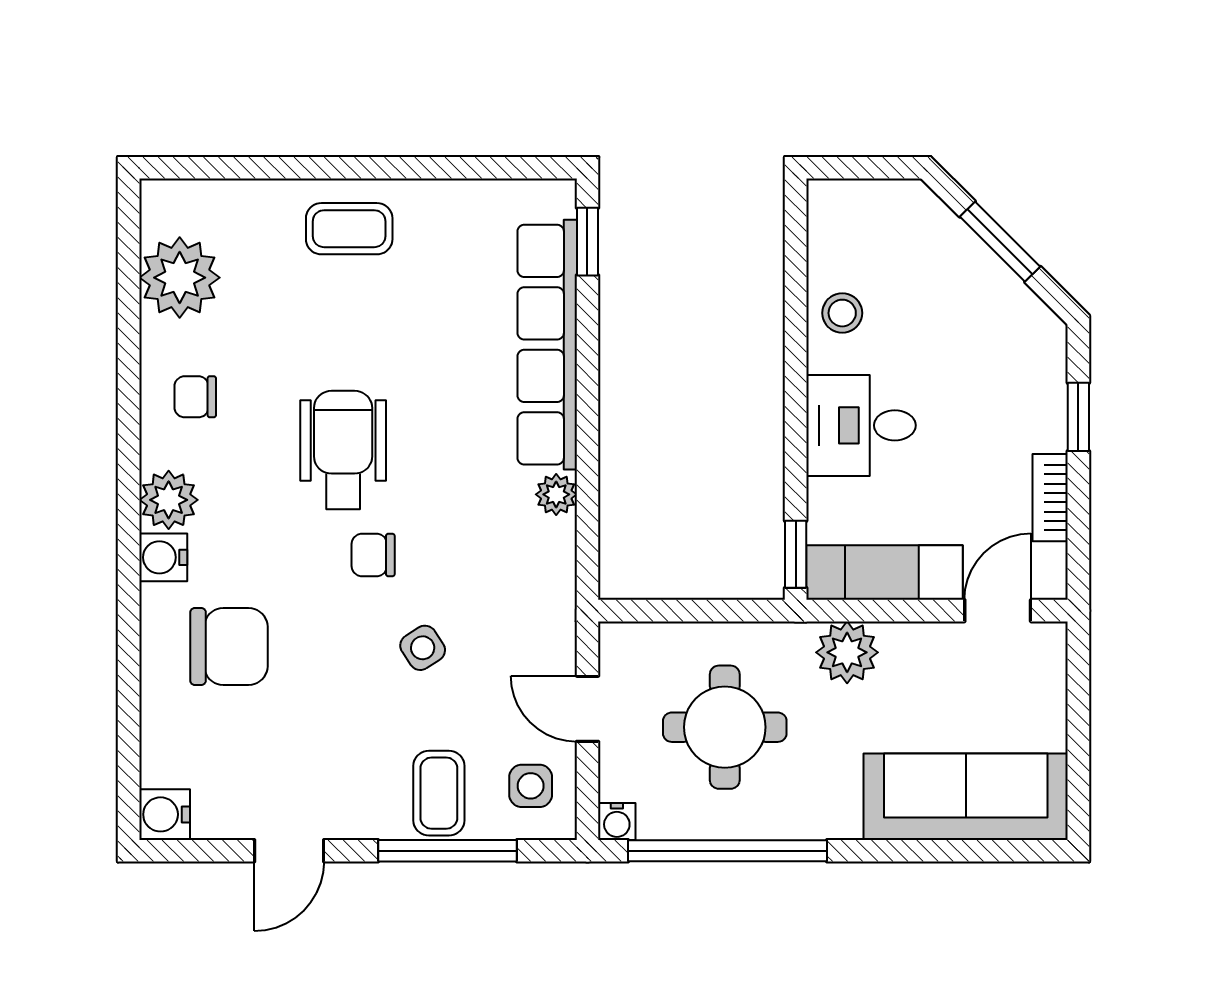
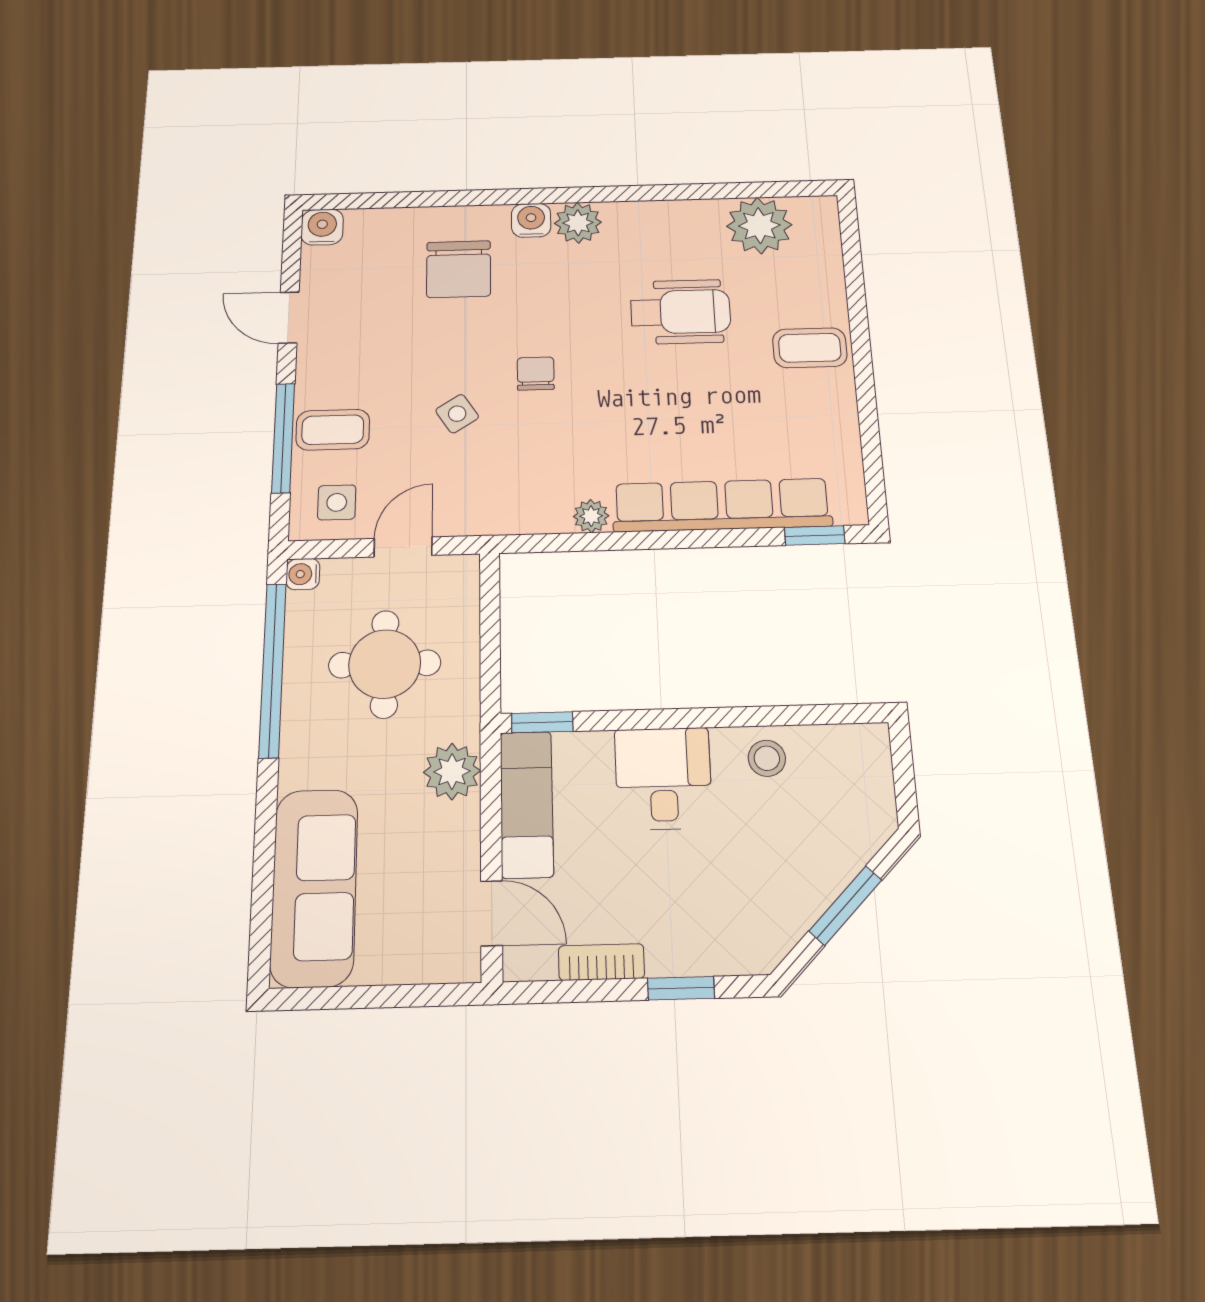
coffee table: (349, 229) -> (810, 348), turned 90
chair: (195, 397) -> (663, 239), removed
wheelchair: (343, 450) -> (680, 312), moved

